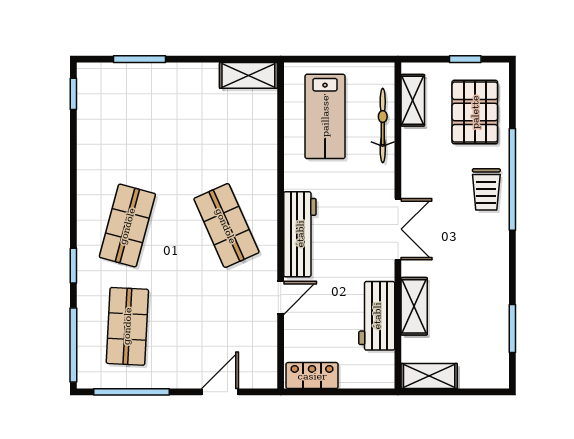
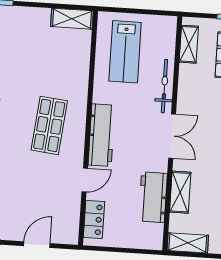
bicycle: (383, 125) -> (164, 86), moved
shop shelf: (226, 226) -> (49, 125), turned 30
locker: (312, 376) -> (94, 220), moved, turned 90

